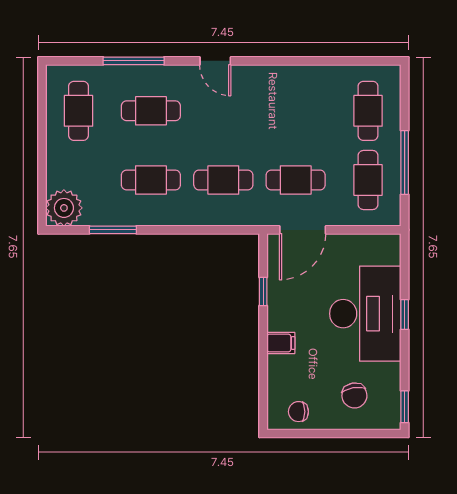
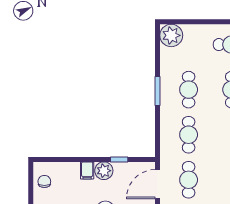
window: (113, 230) -> (158, 91), moved
door: (303, 230) -> (158, 184), hinge flipped
plant: (281, 316) -> (104, 171), added

